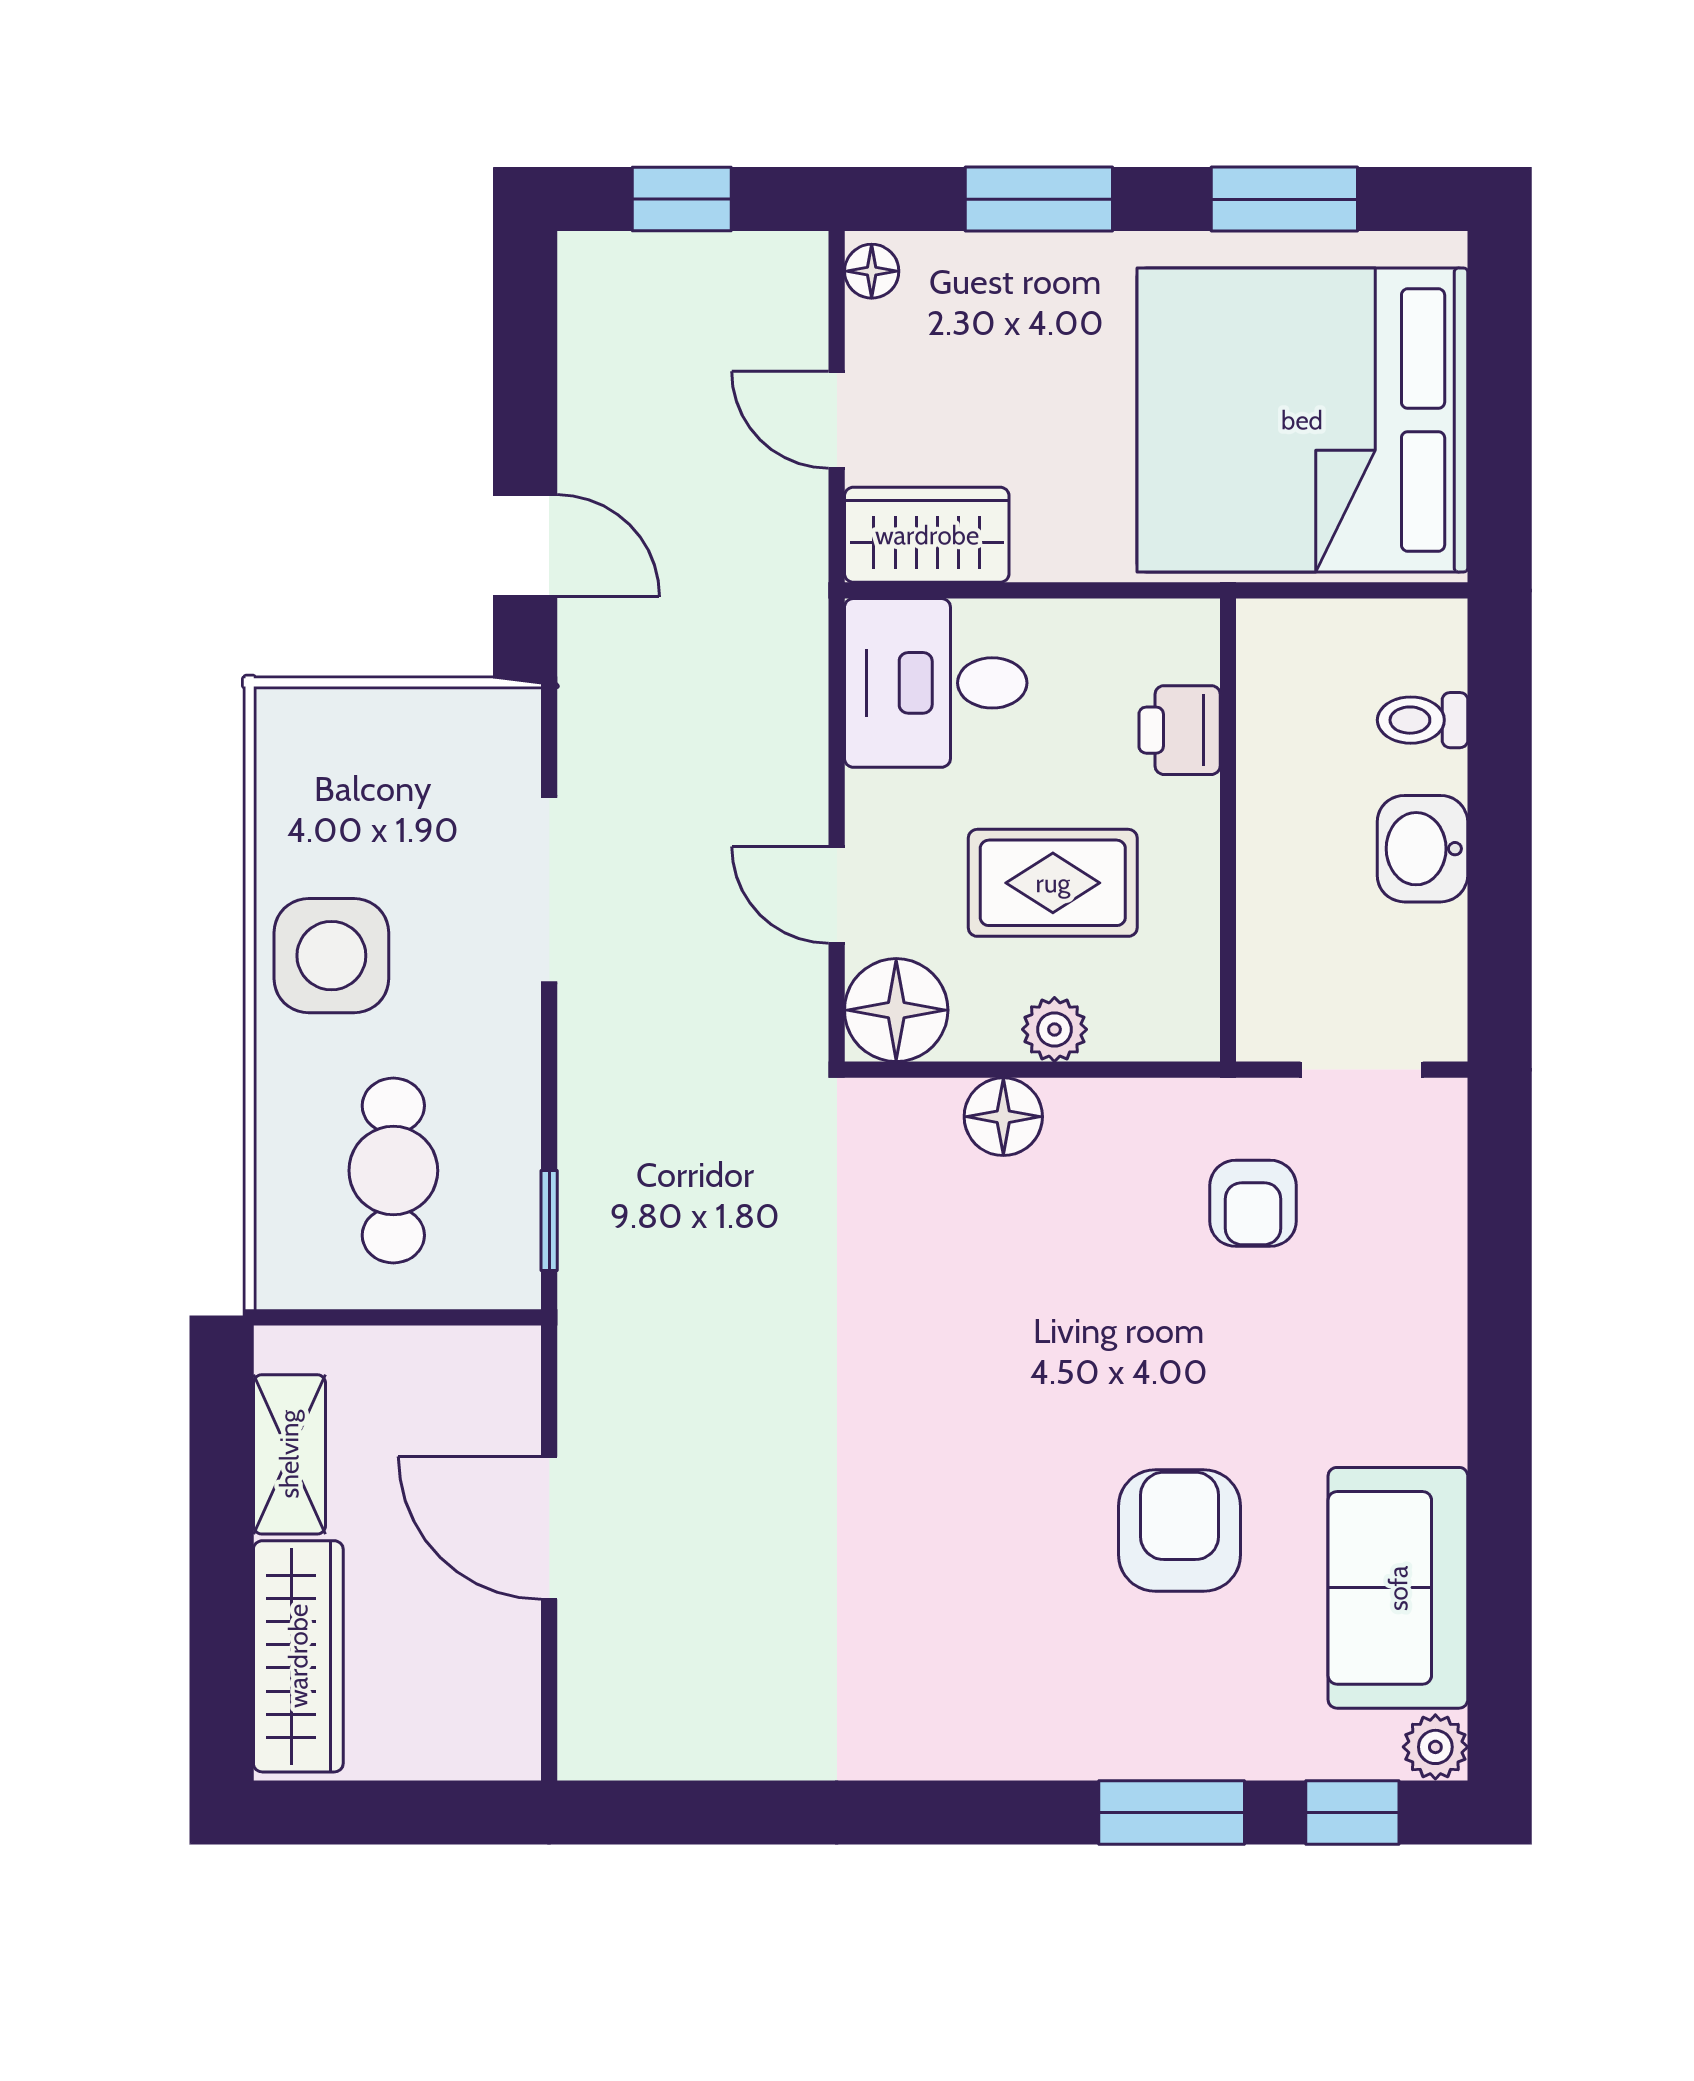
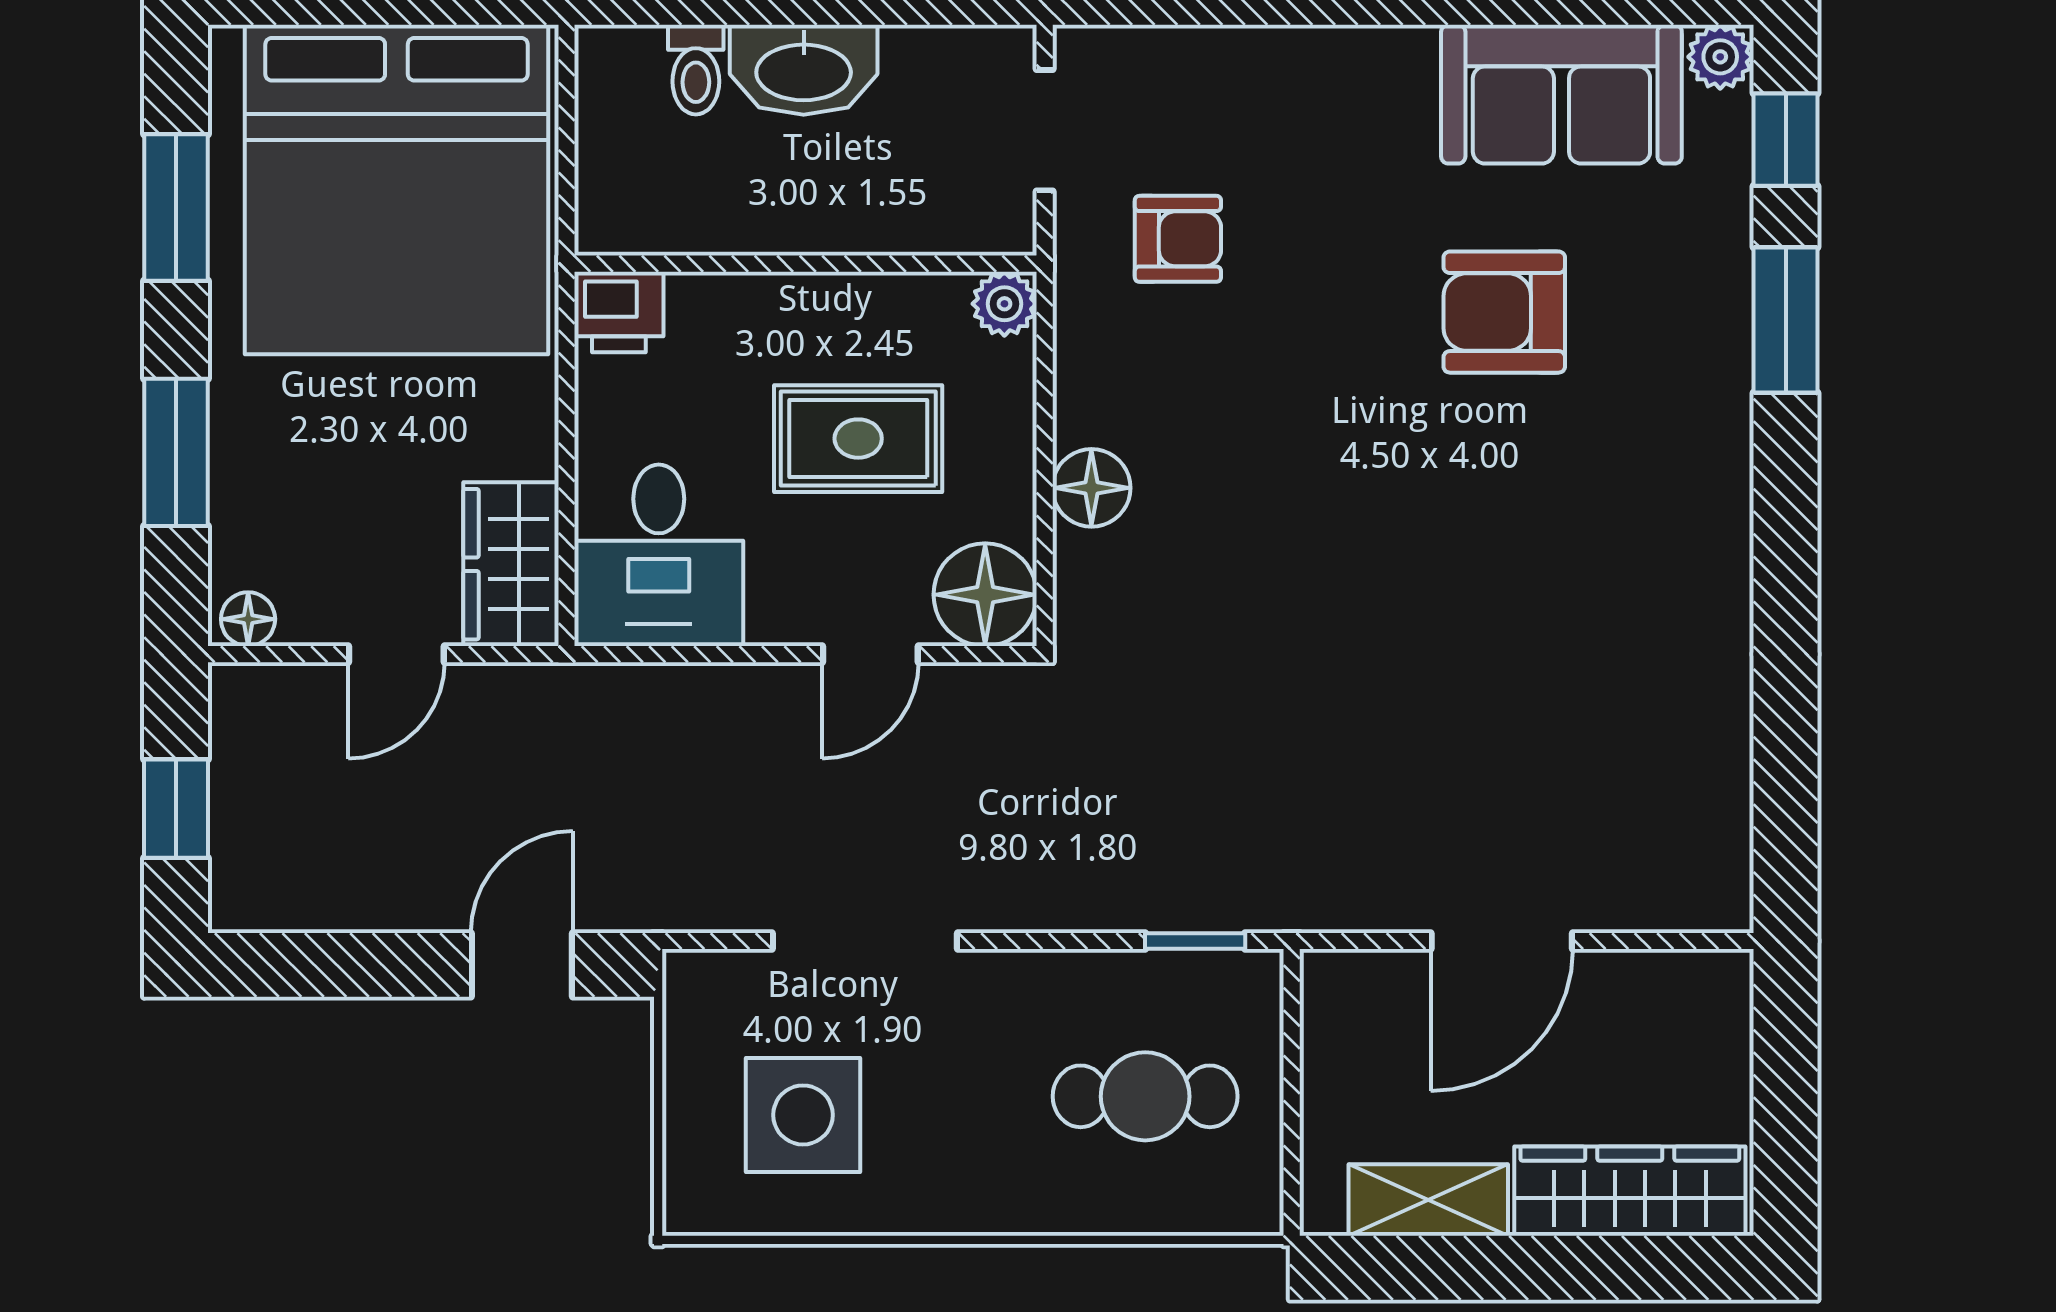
printer: (1180, 730) -> (619, 312), moved
washbasin: (1422, 849) -> (804, 70), width x1.38
rug: (1053, 883) -> (858, 439), turned 90
side table: (331, 956) -> (803, 1115), moved
plant: (1054, 1029) -> (1004, 304), moved

